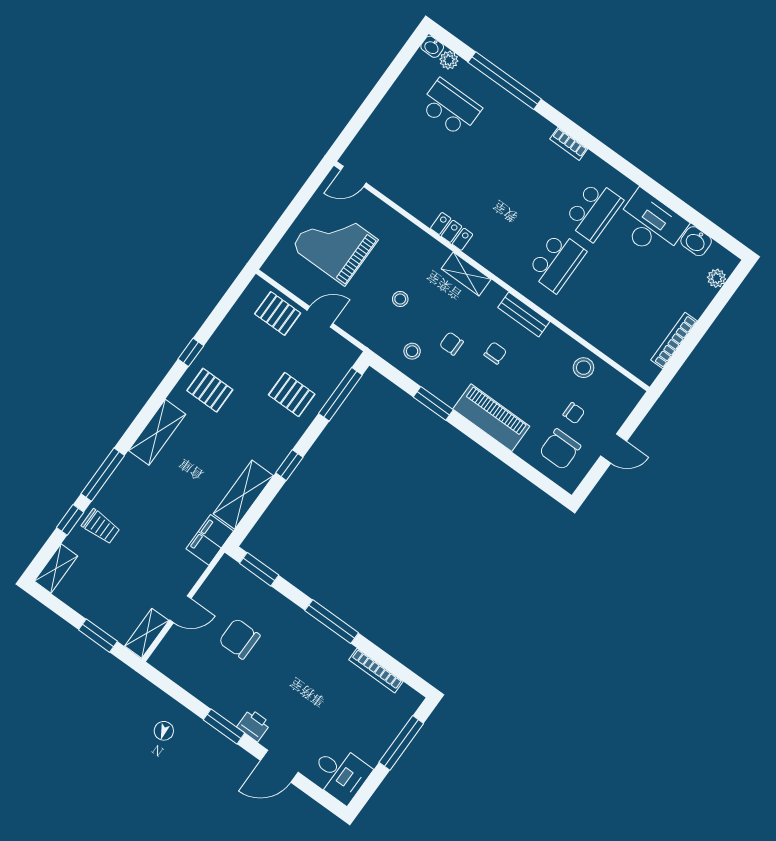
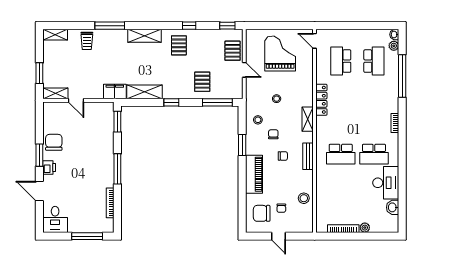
school desk: (414, 159) -> (341, 61), added
locker: (452, 231) -> (321, 100), width x1.53
plant: (717, 278) -> (365, 228), moved
window: (70, 520) -> (227, 26), moved
chair: (239, 639) -> (54, 142), moved

